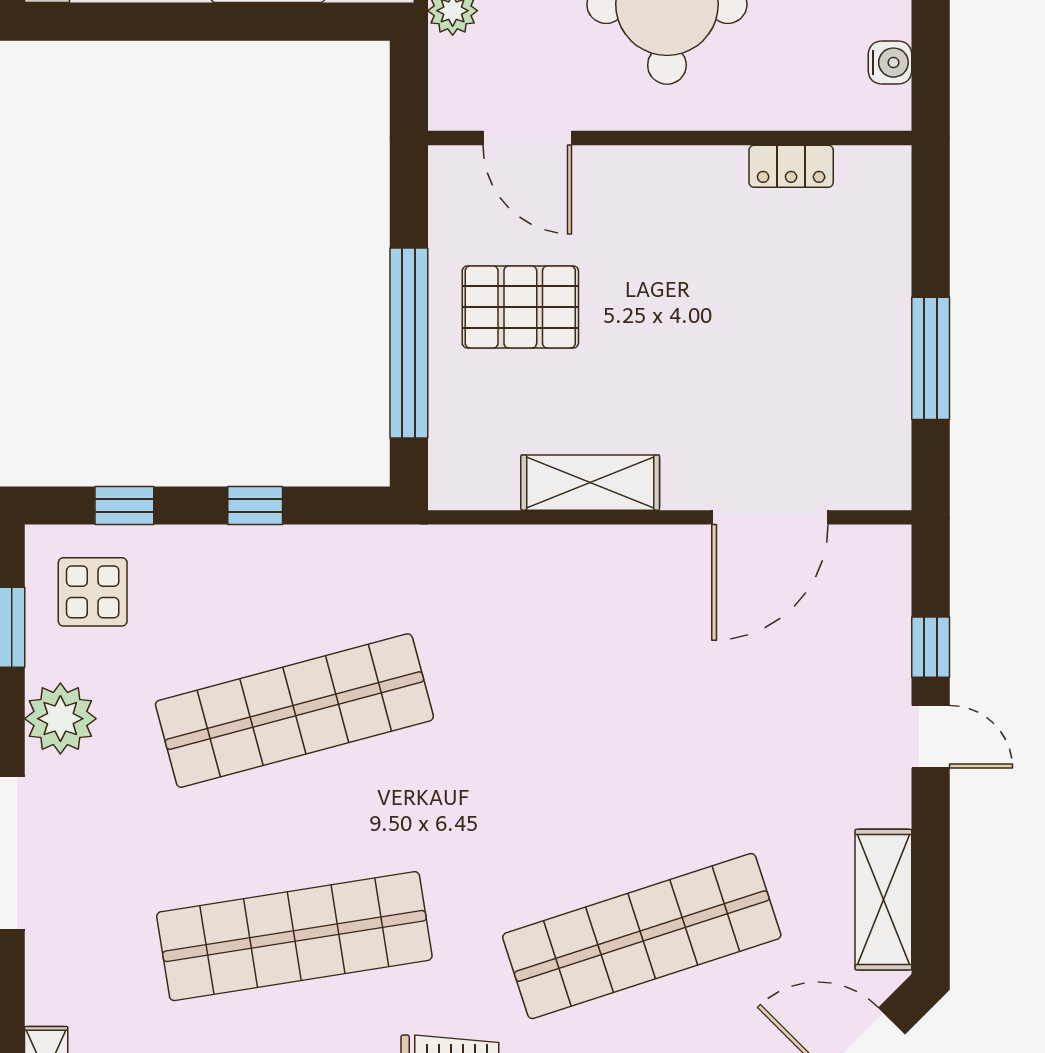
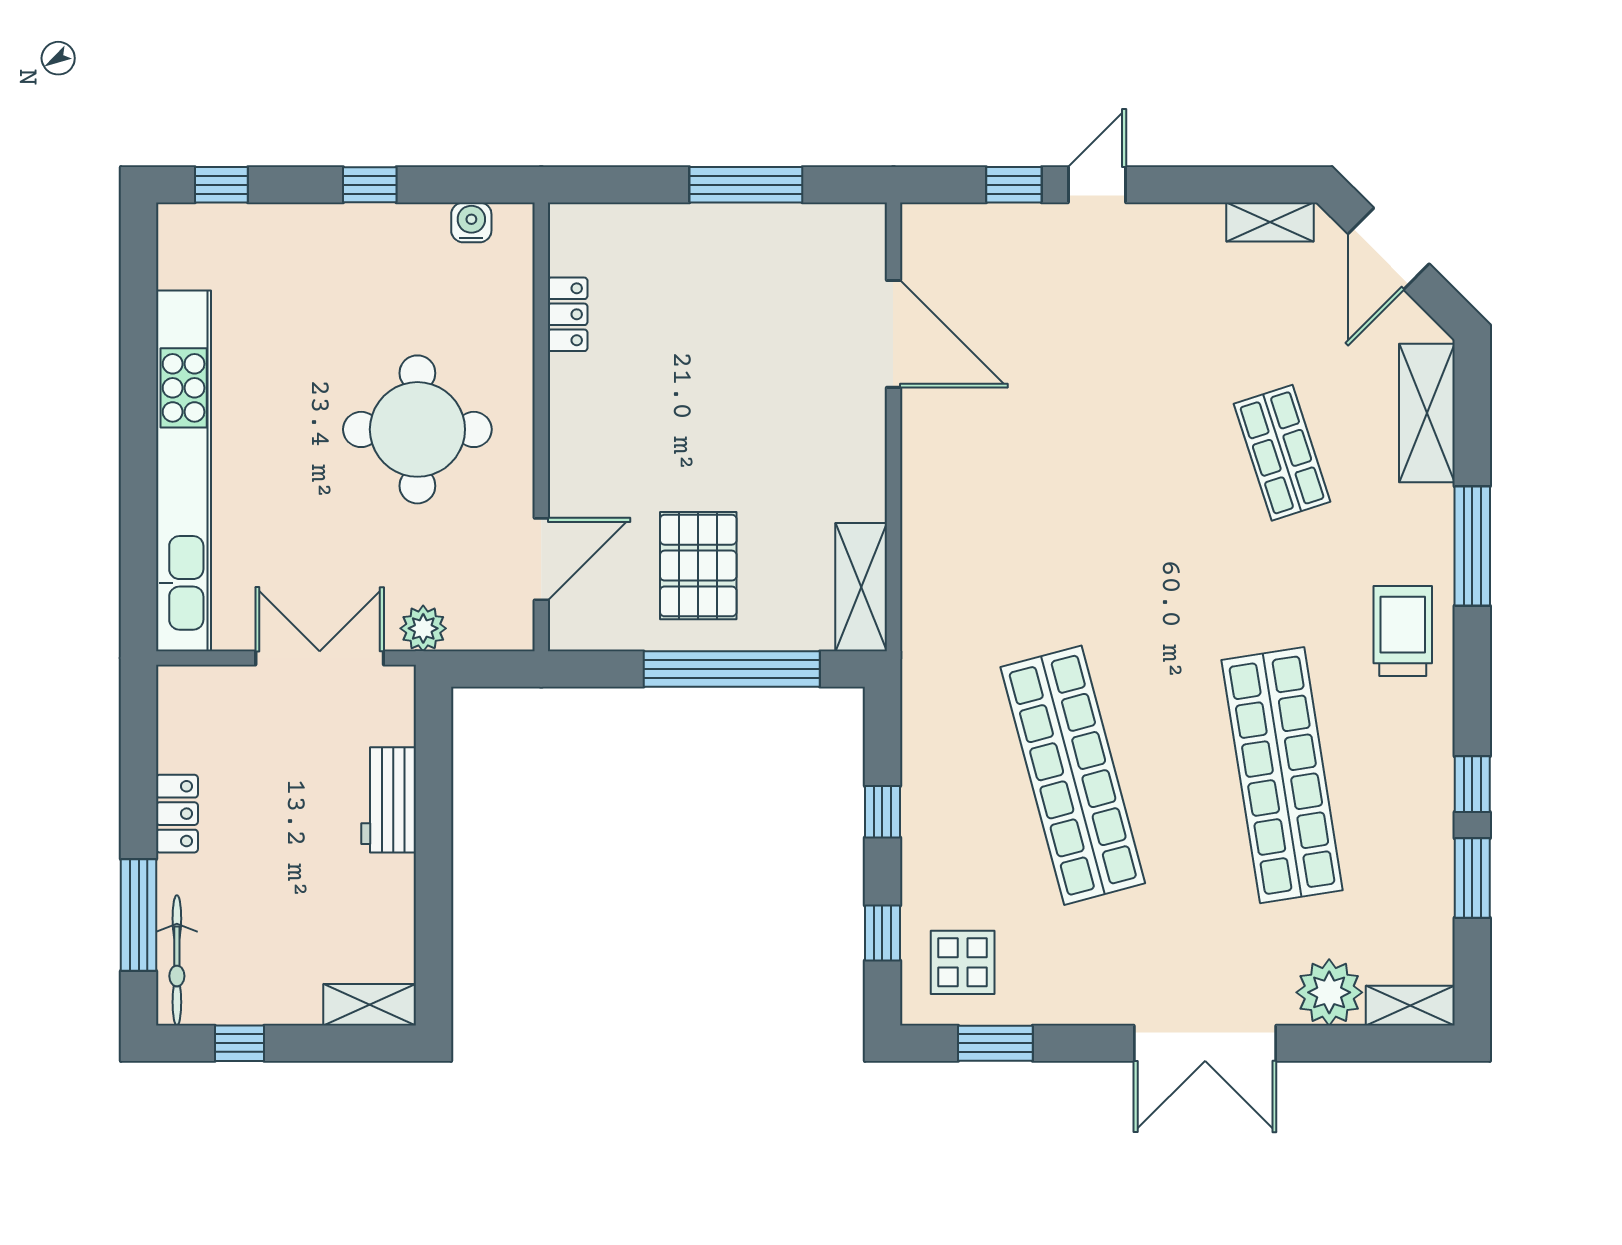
shelving: (590, 483) -> (861, 587), moved
plant: (60, 719) -> (1329, 992), moved
shelving: (883, 900) -> (1270, 222), width x0.67, depth x0.75
shop shelf: (642, 936) -> (1282, 453), width x0.50, depth x0.74

